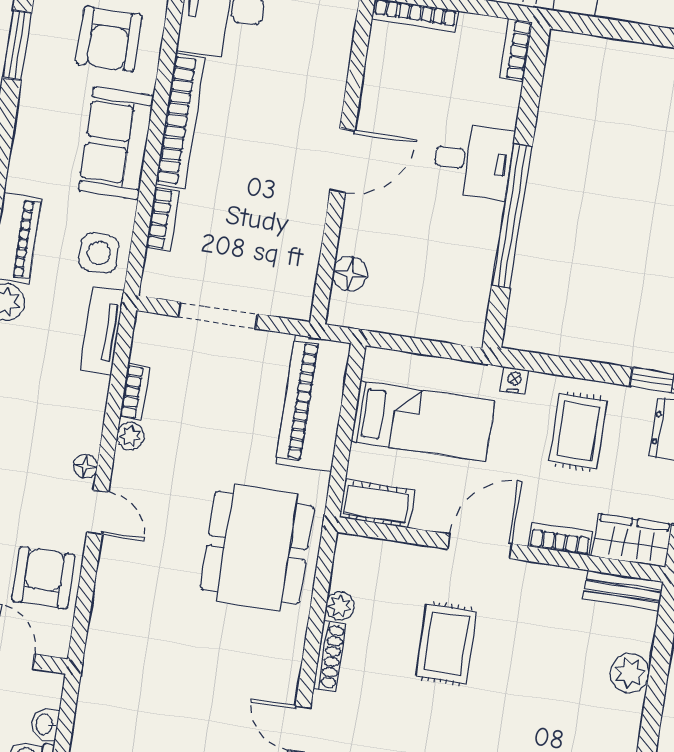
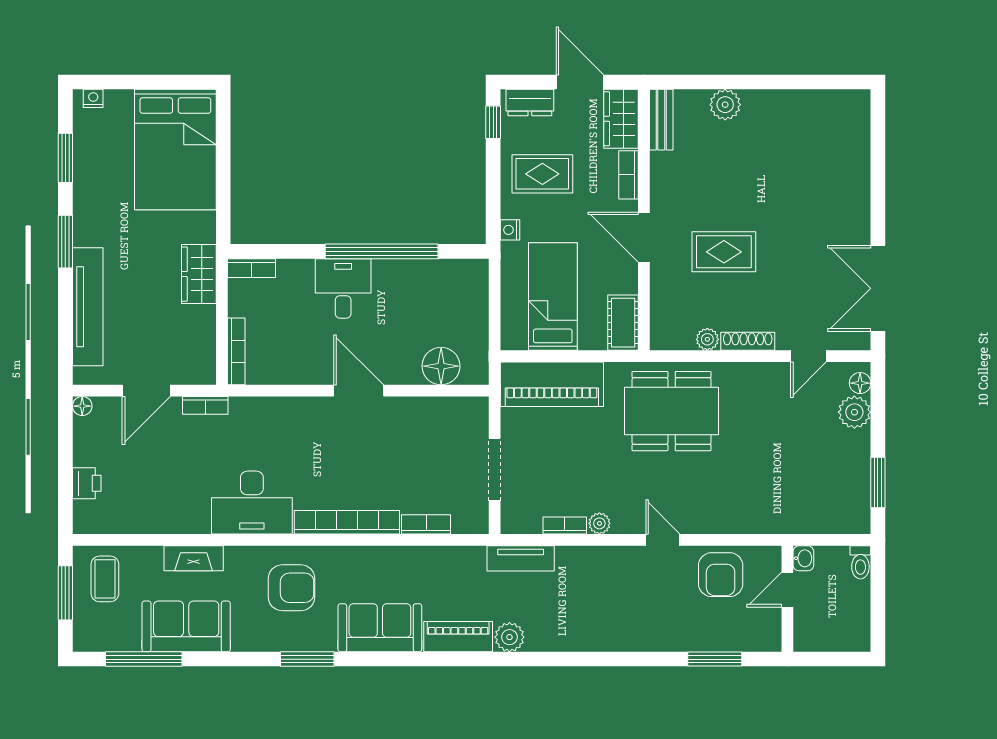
sofa: (116, 143) -> (380, 628), moved, turned 180
side table: (99, 253) -> (460, 570), removed
floor lamp: (350, 274) -> (441, 366), width x1.38, depth x1.38
floor lamp: (85, 466) -> (629, 555), removed
door: (98, 512) -> (663, 540), hinge flipped
armchair: (43, 578) -> (721, 575), turned -90
washbasin: (45, 724) -> (803, 558), moved, turned -90

